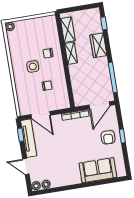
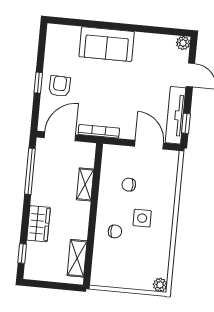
shelving: (71, 53) -> (85, 184), moved
sofa: (98, 170) -> (107, 44), moved
plant: (46, 184) -> (168, 41), removed

